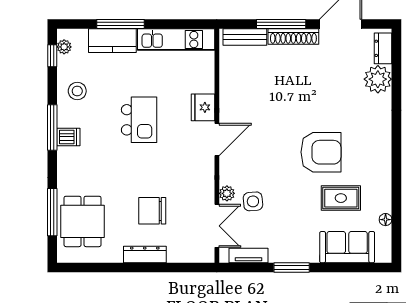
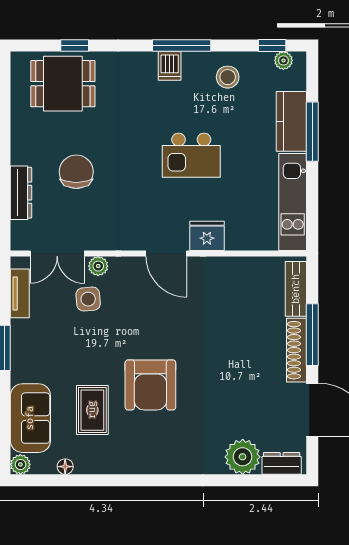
window: (52, 212) -> (75, 45), width x0.46
dresser: (145, 255) -> (21, 193), moved
plant: (384, 255) -> (20, 464), added

